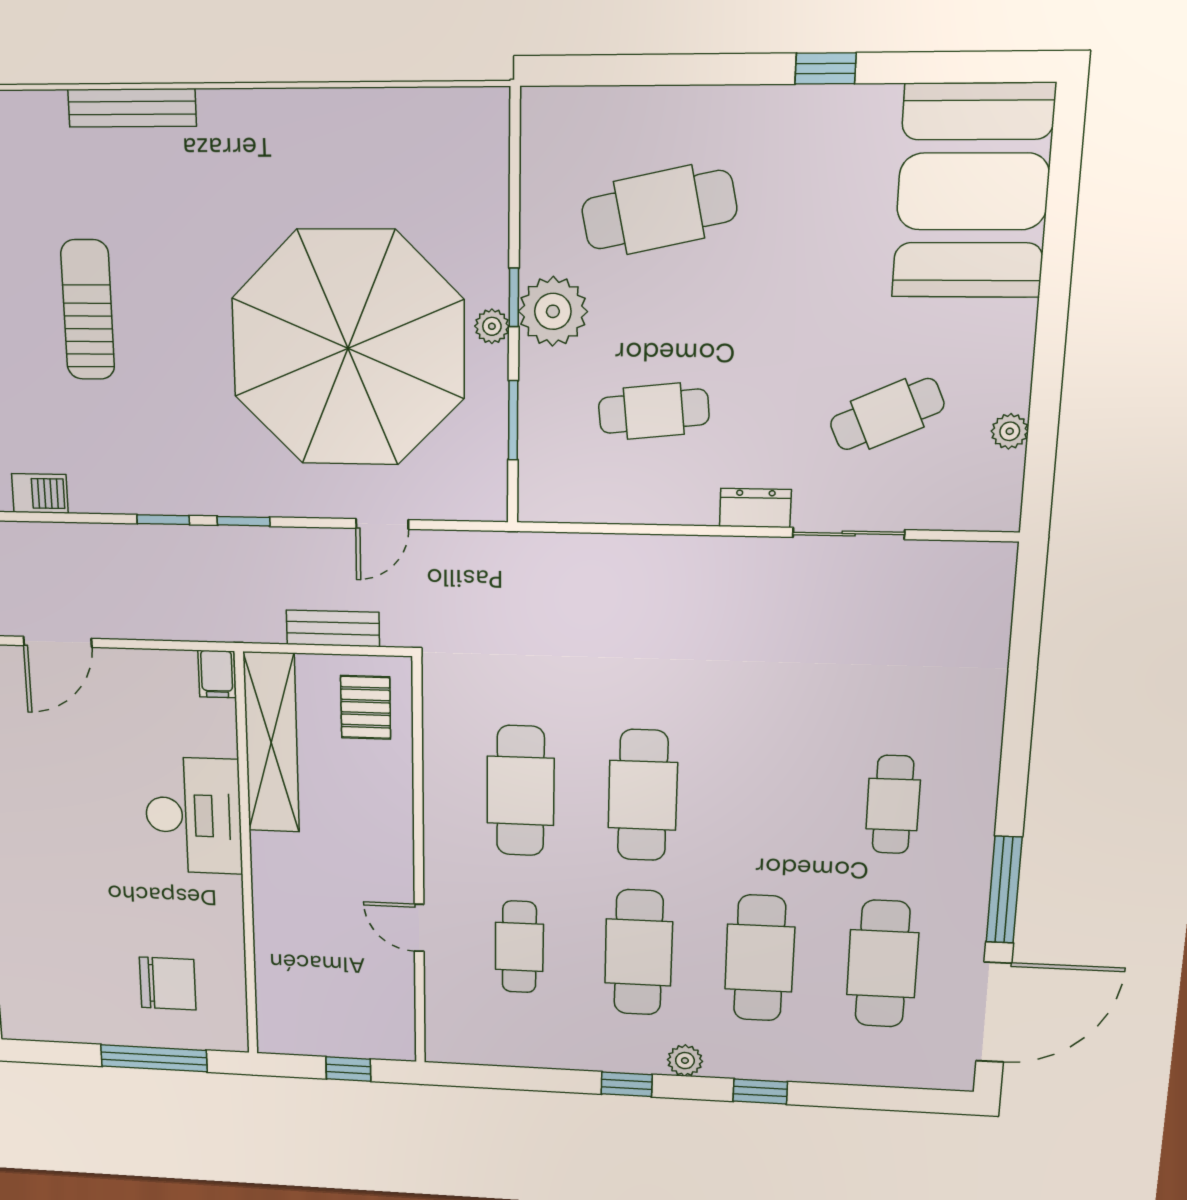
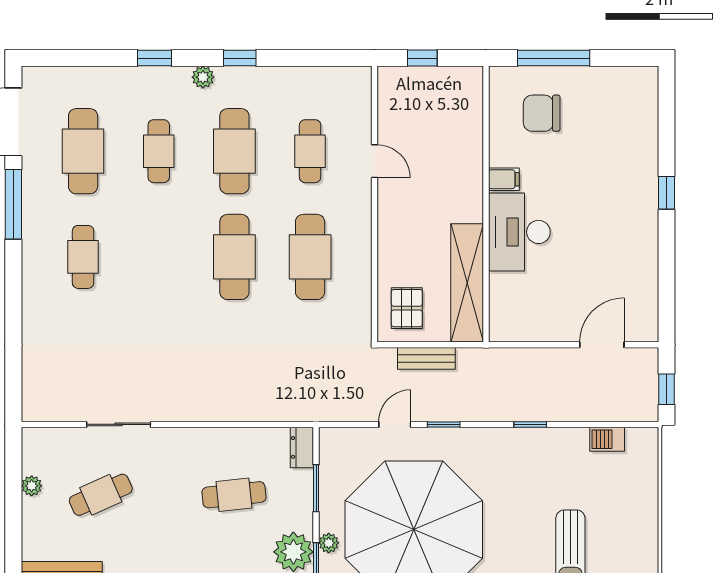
dresser: (755, 508) -> (302, 447), moved, turned 90
window: (244, 521) -> (444, 424), moved
filing cabinet: (217, 674) -> (504, 179), moved, turned 90
cafe table: (760, 958) -> (159, 151), width x0.73, depth x0.74

